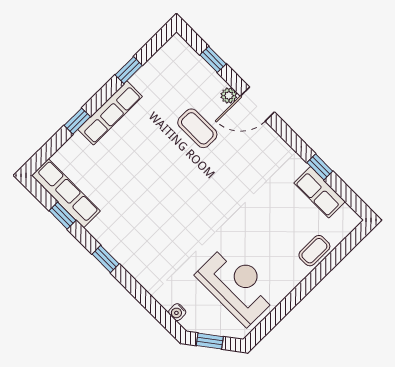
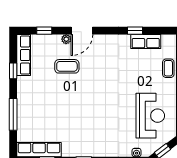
row of seats: (110, 113) -> (24, 55), moved
window: (77, 121) -> (13, 114), width x2.17
reception desk: (237, 285) -> (150, 116), turned 90

